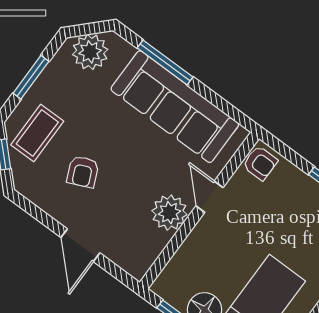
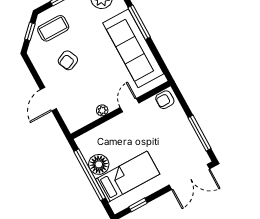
armchair: (260, 163) -> (165, 100), turned 90
plant: (169, 213) -> (102, 110), width x0.53, depth x0.53

